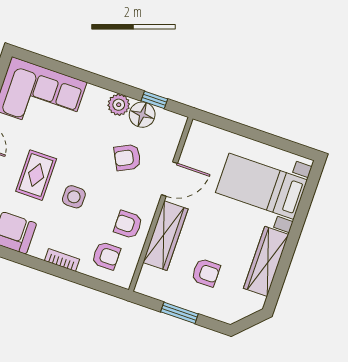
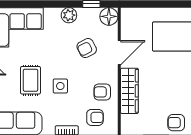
floor lamp: (142, 115) -> (109, 16), moved
armchair: (206, 273) -> (176, 123), moved, turned 180

